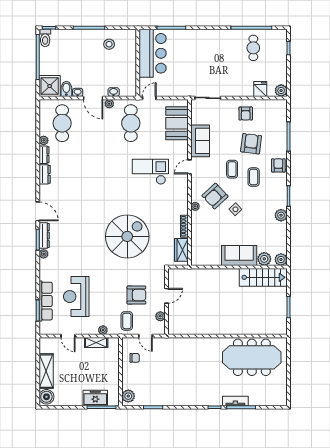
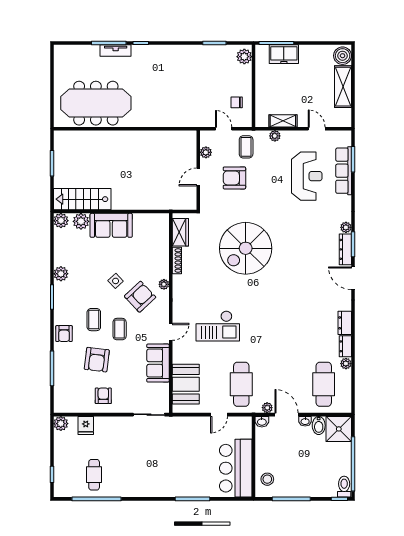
bar counter: (153, 53) -> (236, 468), moved
wall: (138, 63) -> (254, 457), moved

